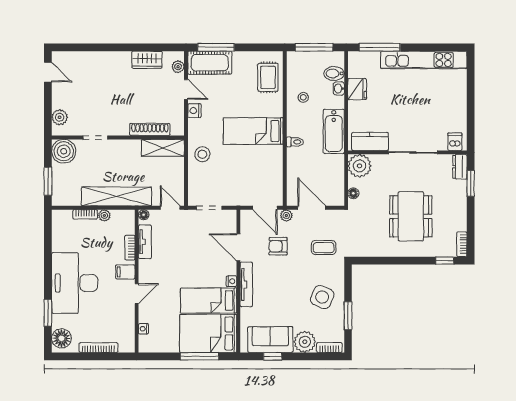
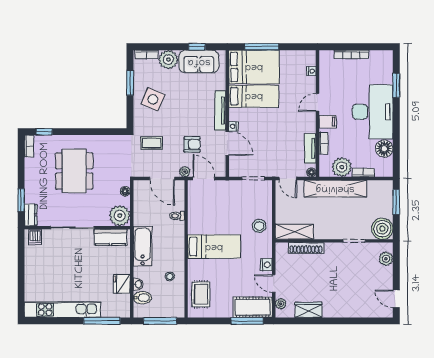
toilet: (295, 142) -> (177, 216), moved
plant: (104, 215) -> (342, 167), width x1.87, depth x1.87
nightstand: (231, 281) -> (233, 126), moved
floor lamp: (62, 338) -> (384, 149), moved

